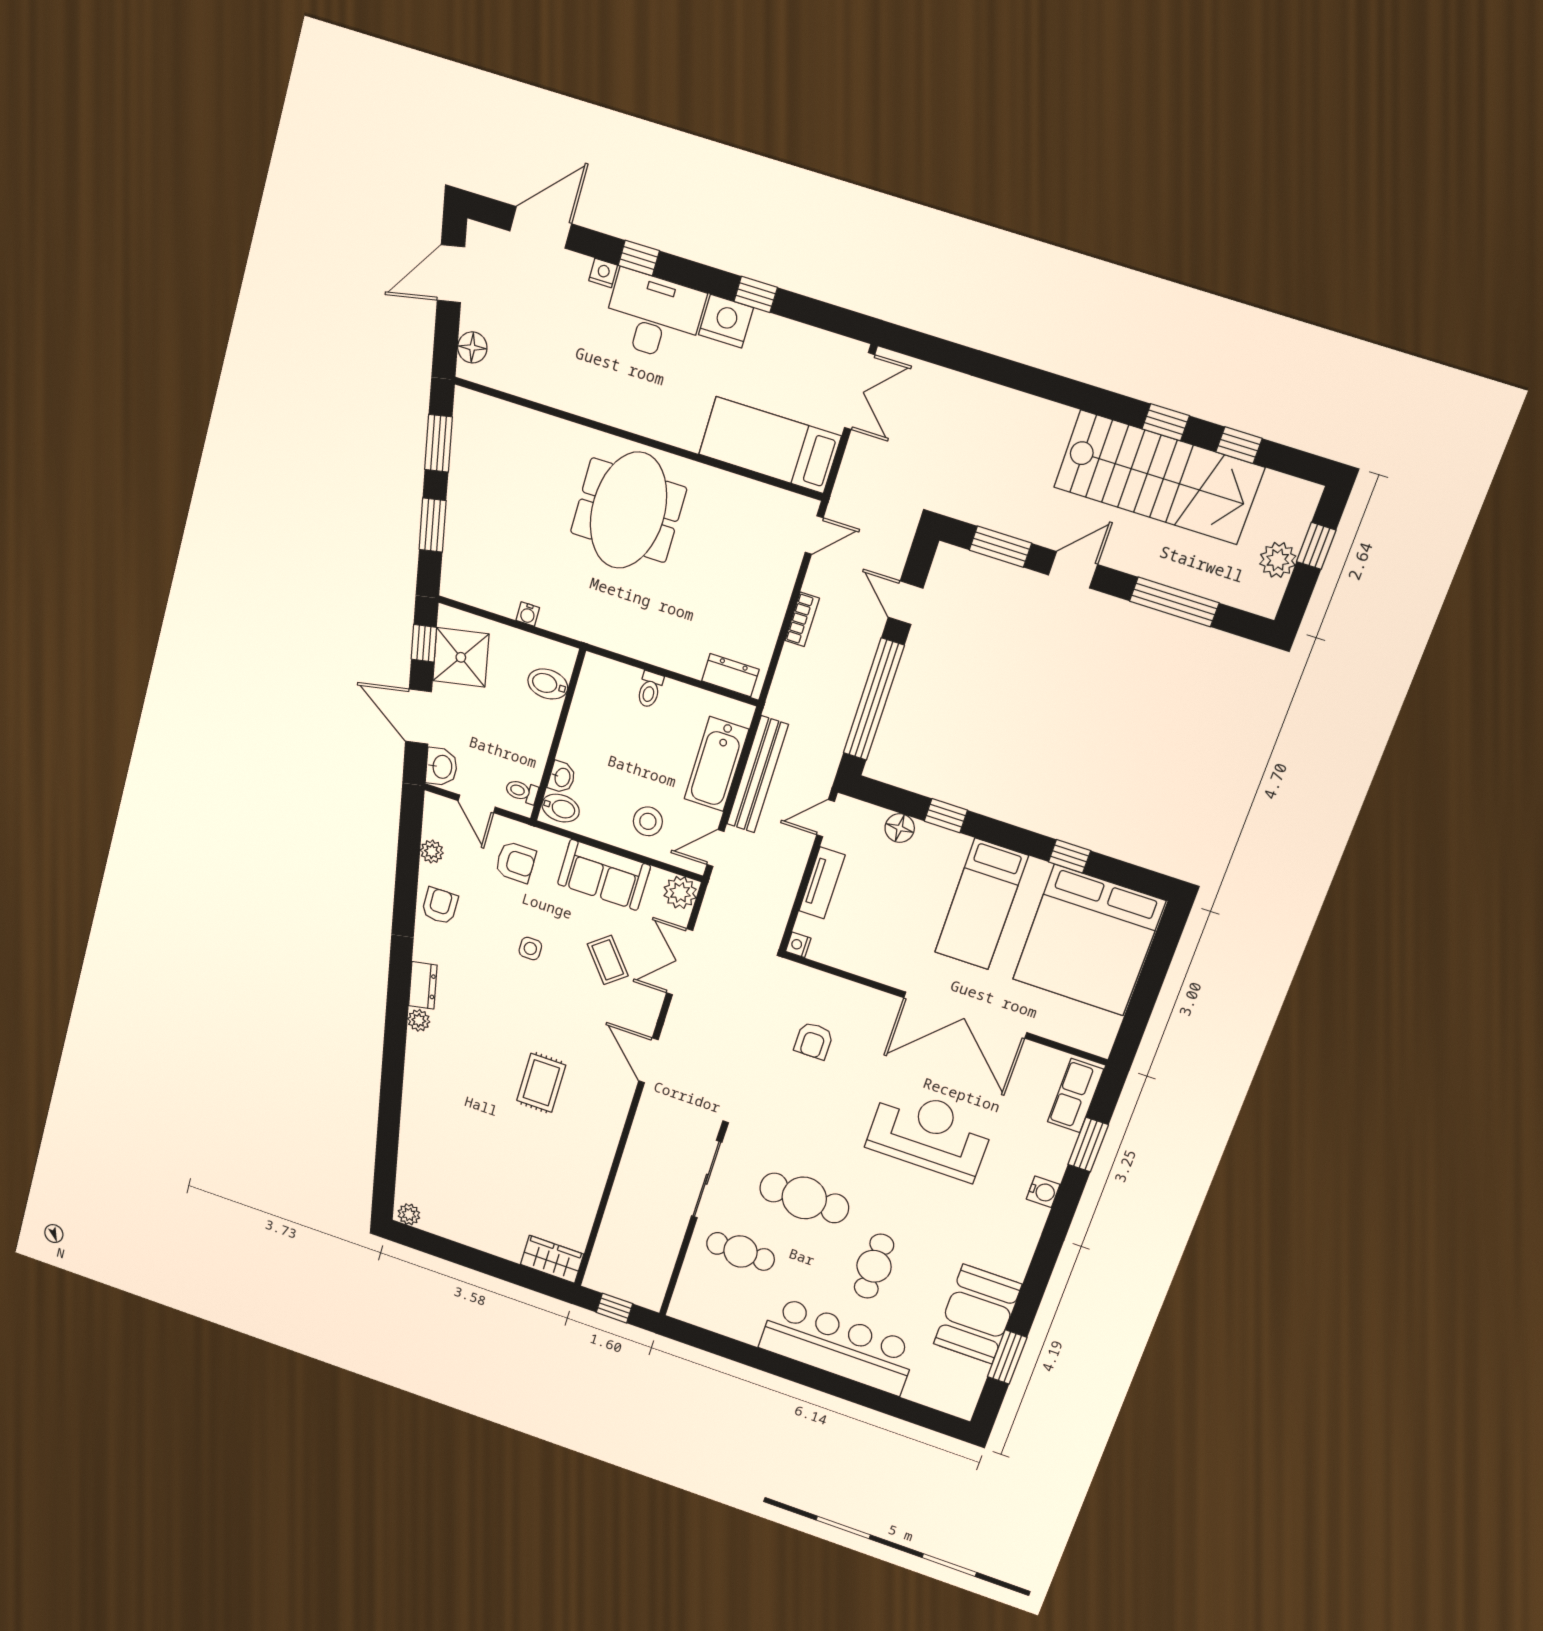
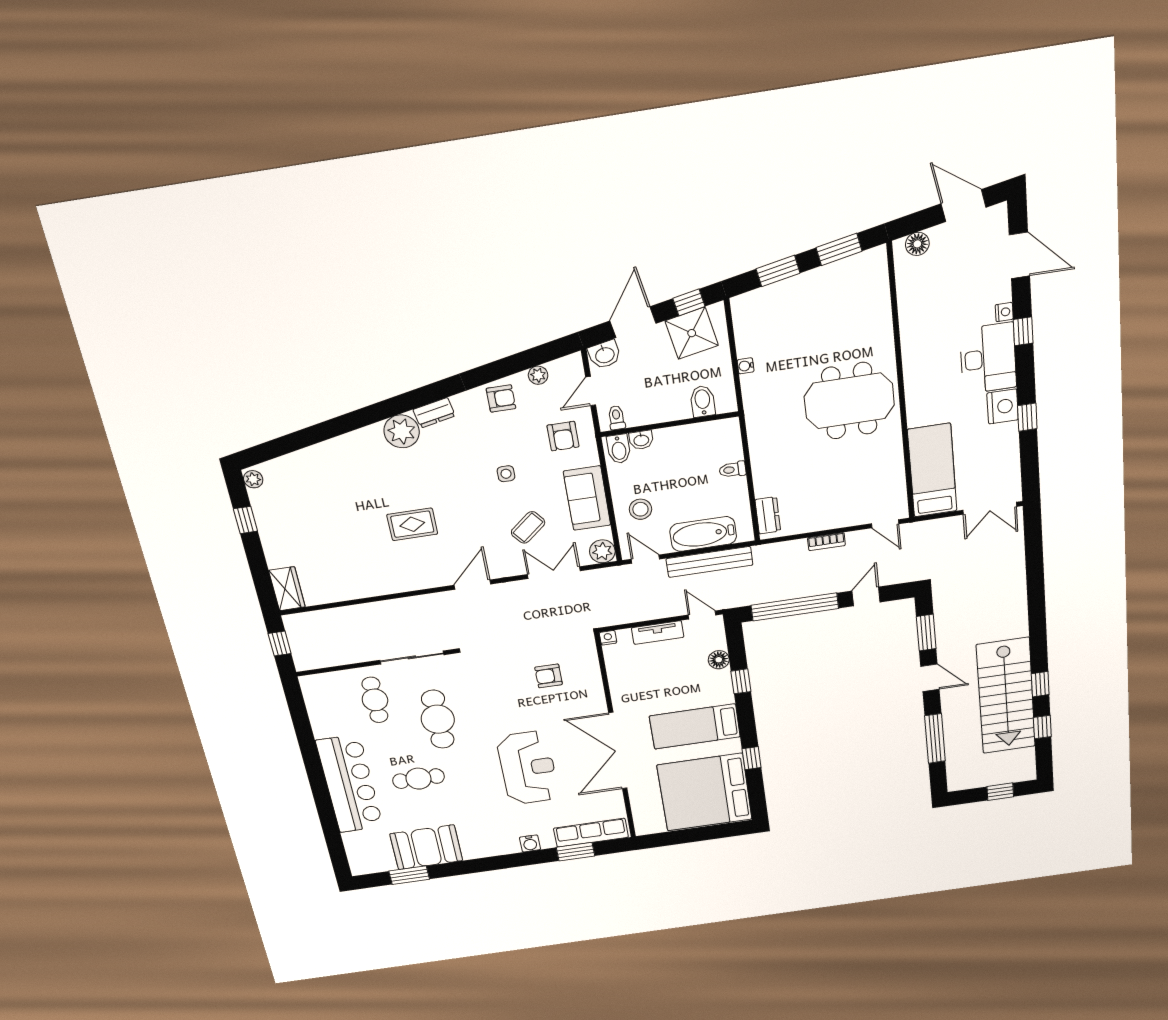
plant: (1278, 560) -> (984, 777), removed
plant: (419, 1020) -> (402, 431), width x1.87, depth x1.87
row of seats: (1076, 1096) -> (591, 833), width x1.48
window: (451, 1251) -> (246, 520), added

